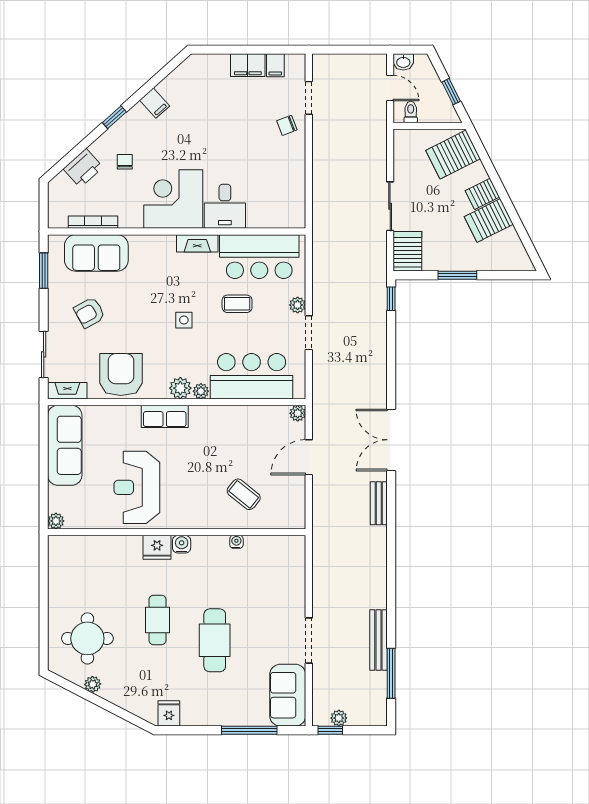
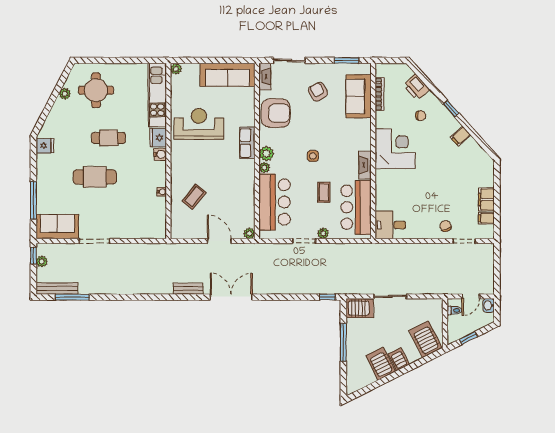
desk: (225, 206) -> (390, 225), moved
window: (457, 275) -> (343, 342), width x1.44
kitchen unit: (95, 548) -> (157, 95), added
bench: (378, 640) -> (57, 288), moved

